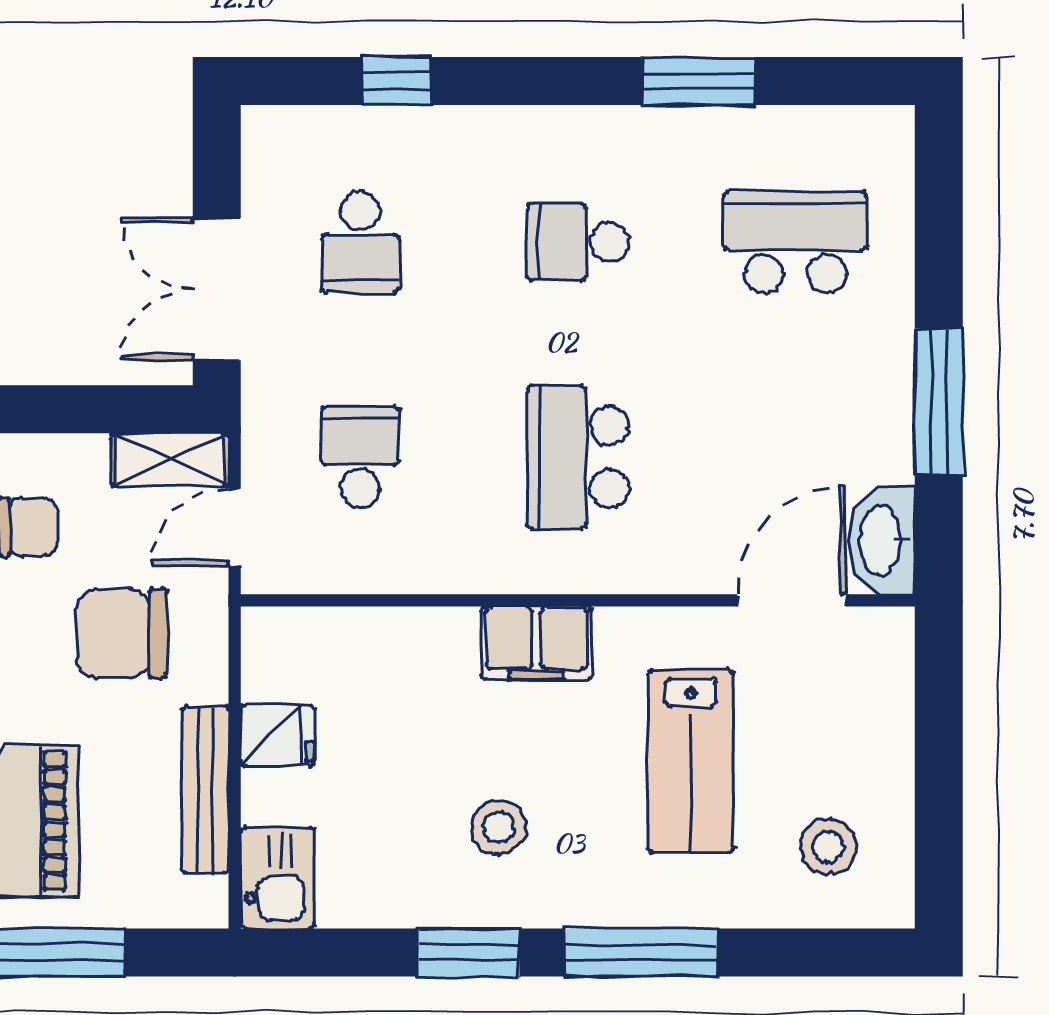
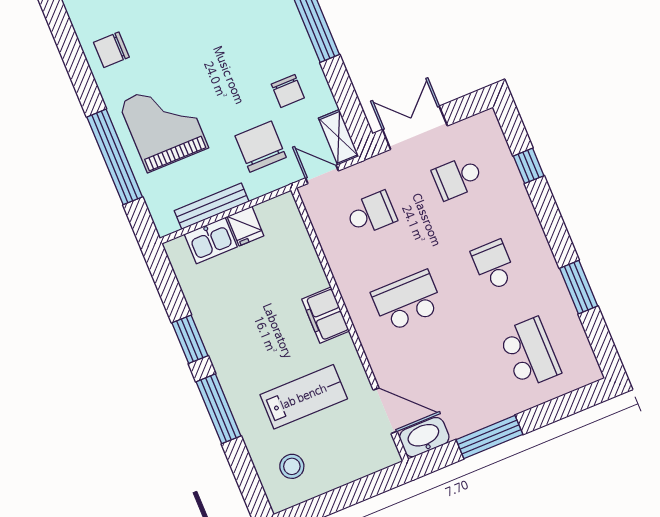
lab bench: (691, 761) -> (304, 397), turned 180
stool: (499, 827) -> (245, 330), removed
kitchen sink: (277, 878) -> (211, 241), moved

